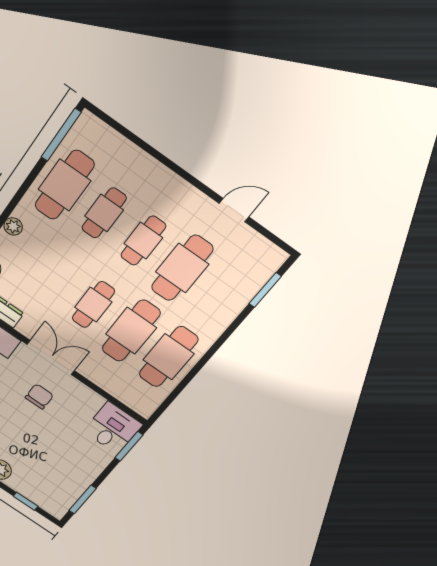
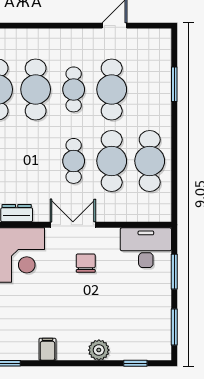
cafe table: (104, 213) -> (36, 89), width x1.37, depth x1.35
window: (265, 290) -> (174, 84), moved
desk: (113, 428) -> (146, 248), width x1.37
window: (129, 446) -> (174, 272), moved

